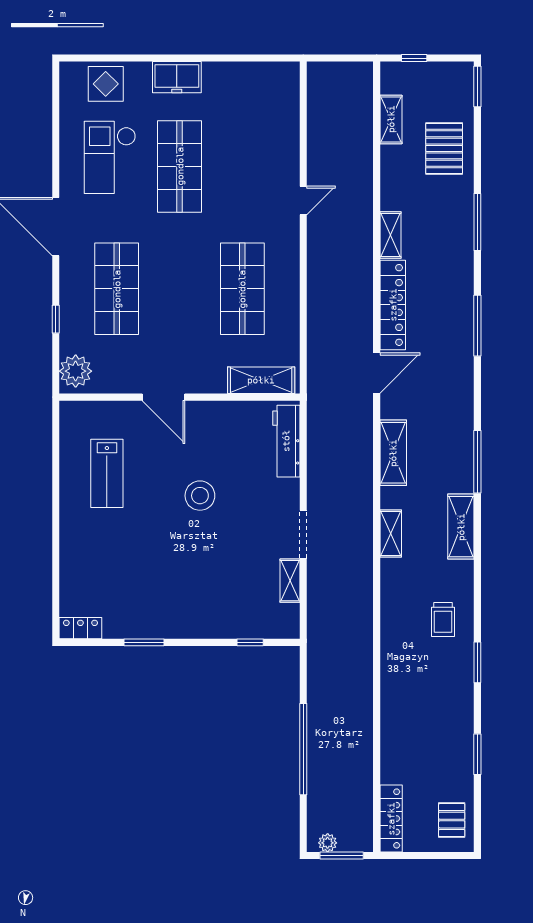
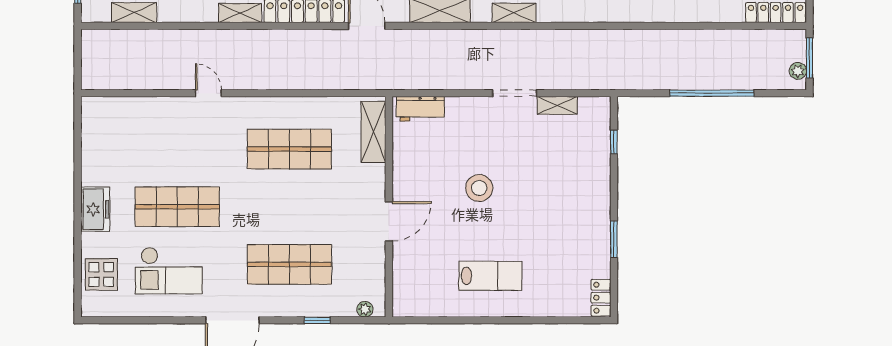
plant: (76, 371) -> (365, 309), width x0.53, depth x0.53
workbench: (286, 441) -> (420, 109), width x0.73
lab bench: (107, 473) -> (490, 276), moved

